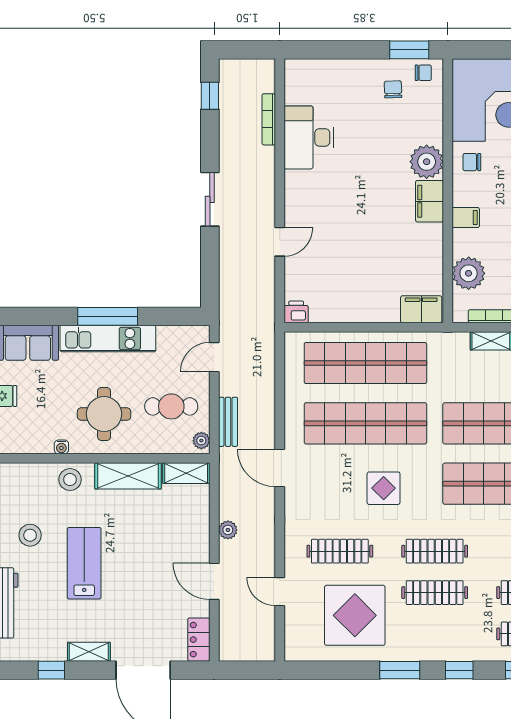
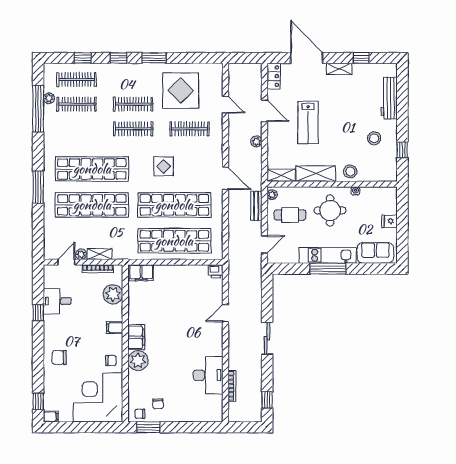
lab bench: (84, 563) -> (308, 123), moved

